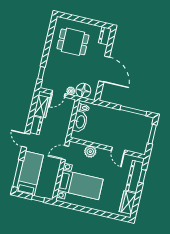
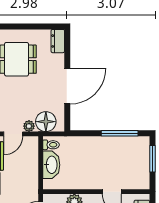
door: (104, 69) -> (67, 86), hinge flipped

